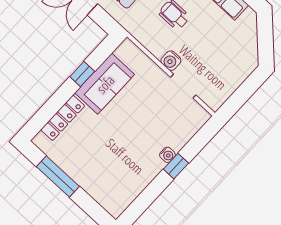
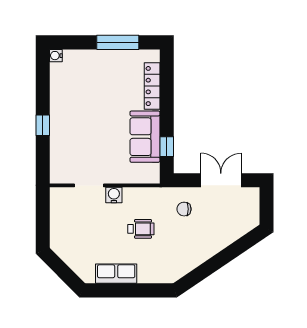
window: (82, 74) -> (167, 147), moved
water cooler: (167, 155) -> (56, 56), moved

